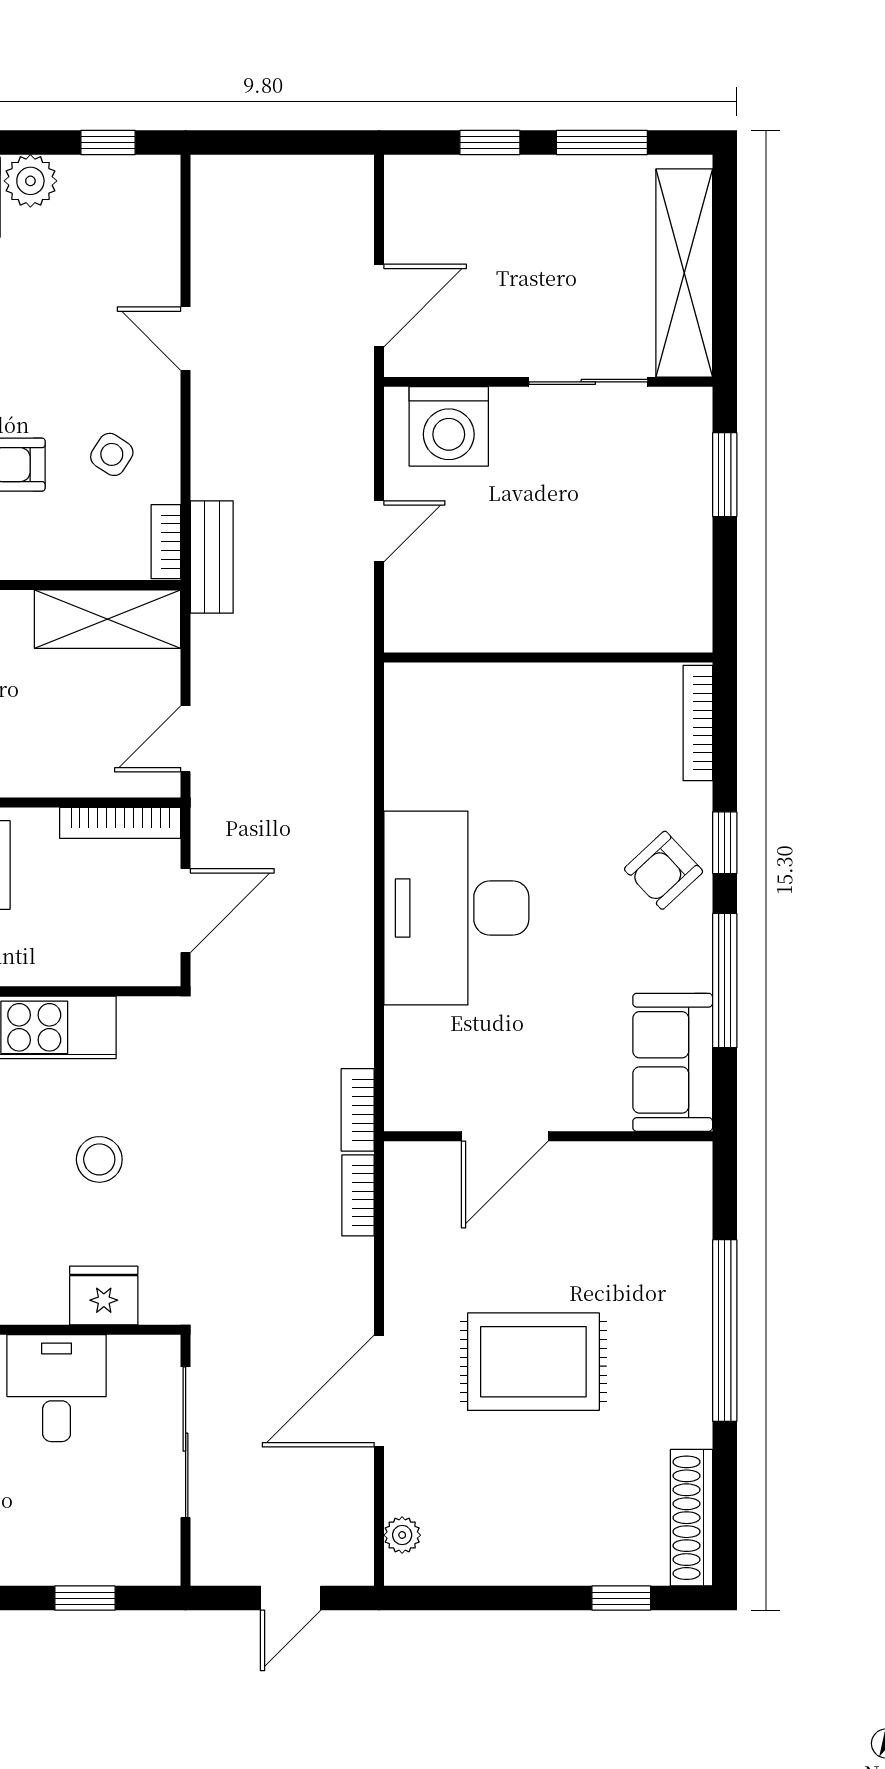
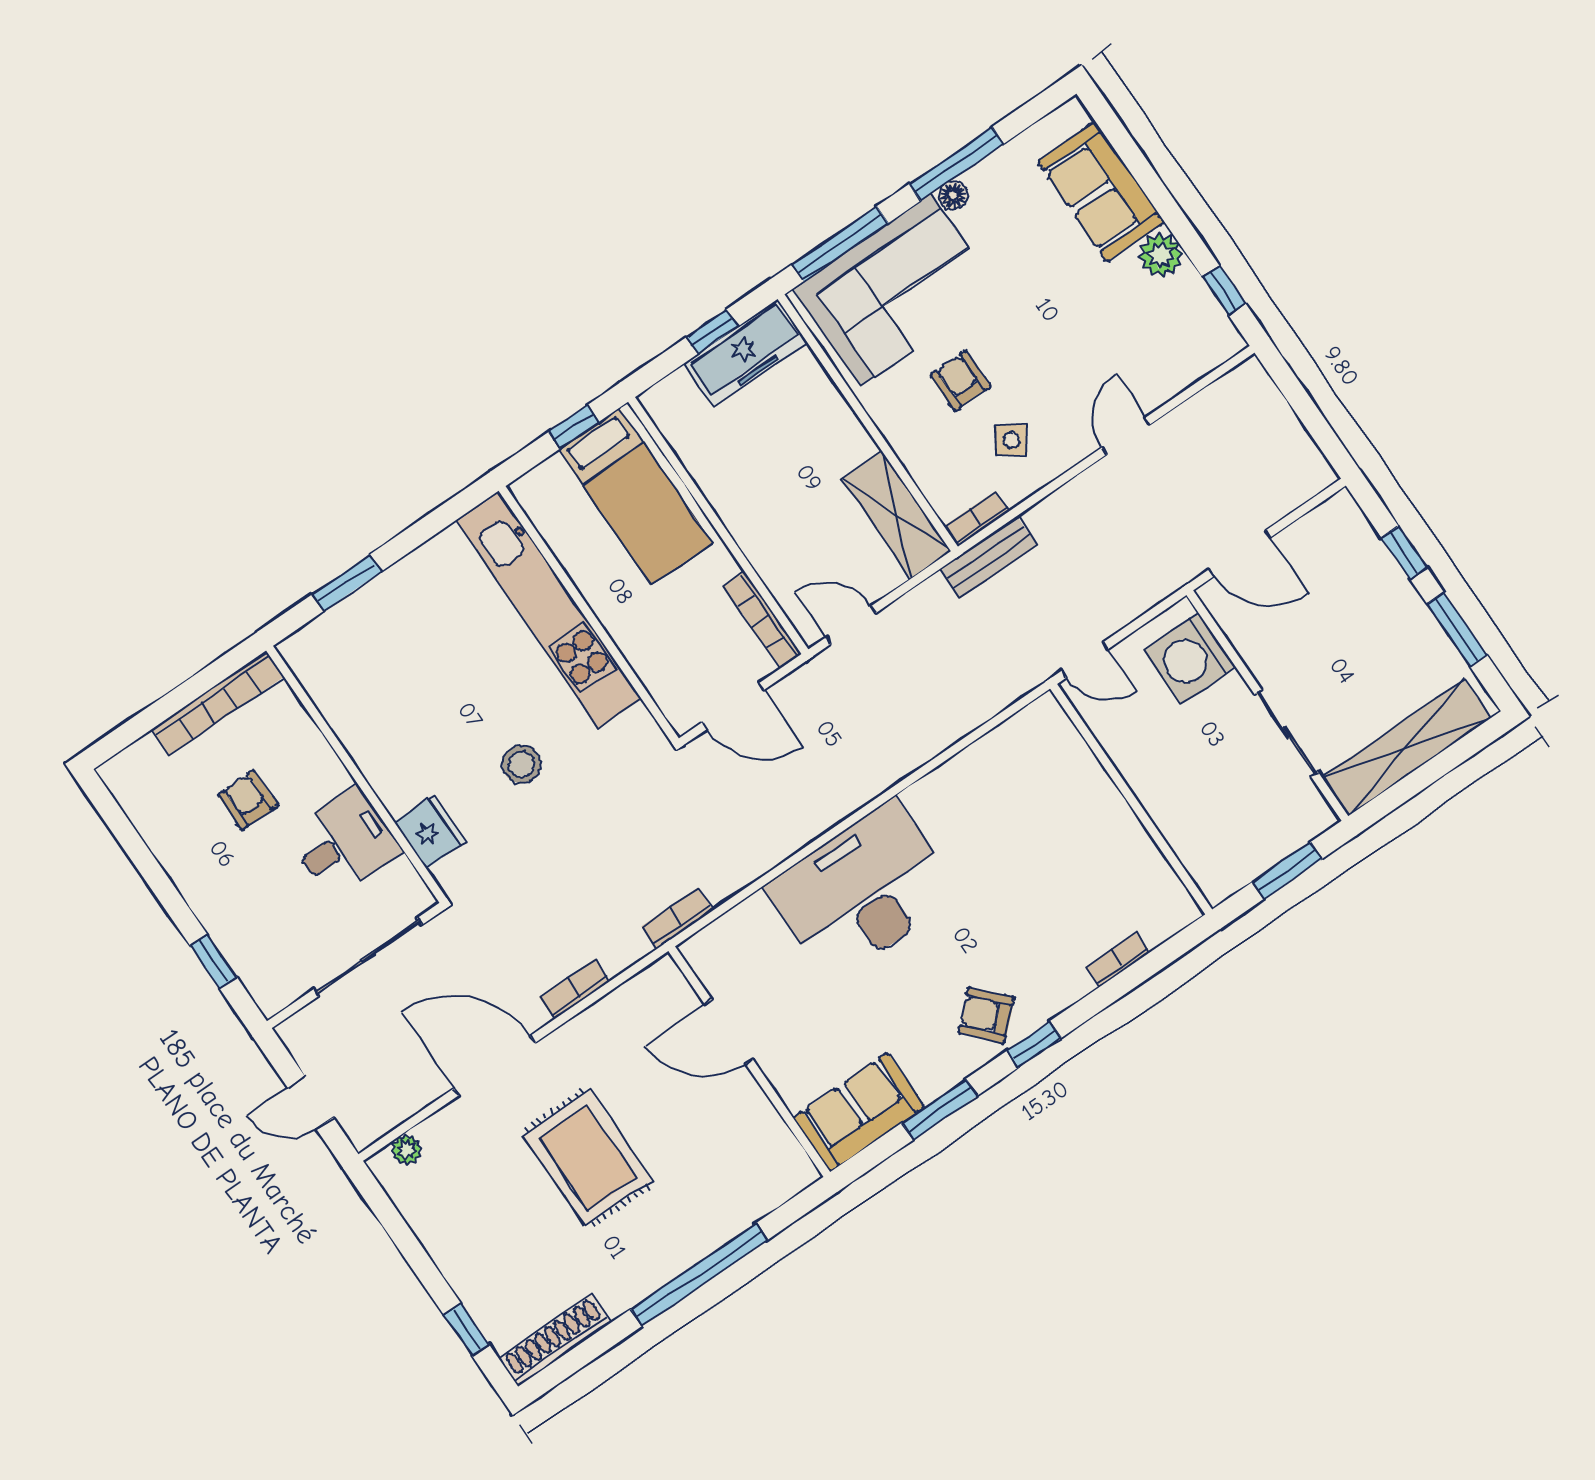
wall: (548, 657) -> (1131, 799), moved
bookcase: (698, 723) -> (1118, 960), width x0.64
window: (725, 981) -> (940, 1109), width x0.69
bookcase: (358, 1195) -> (575, 989), moved

